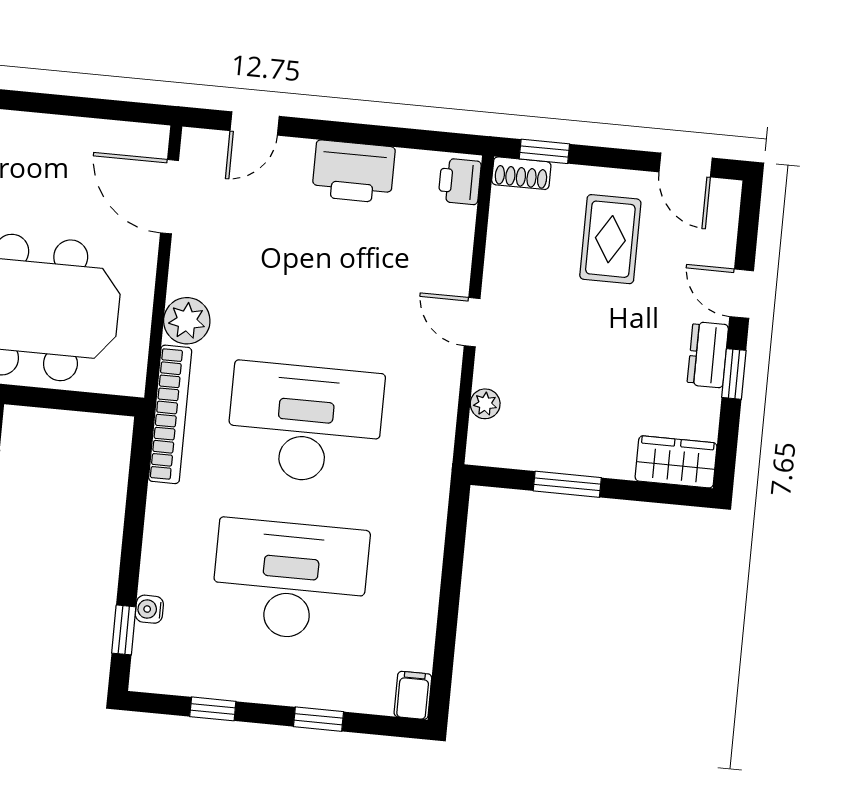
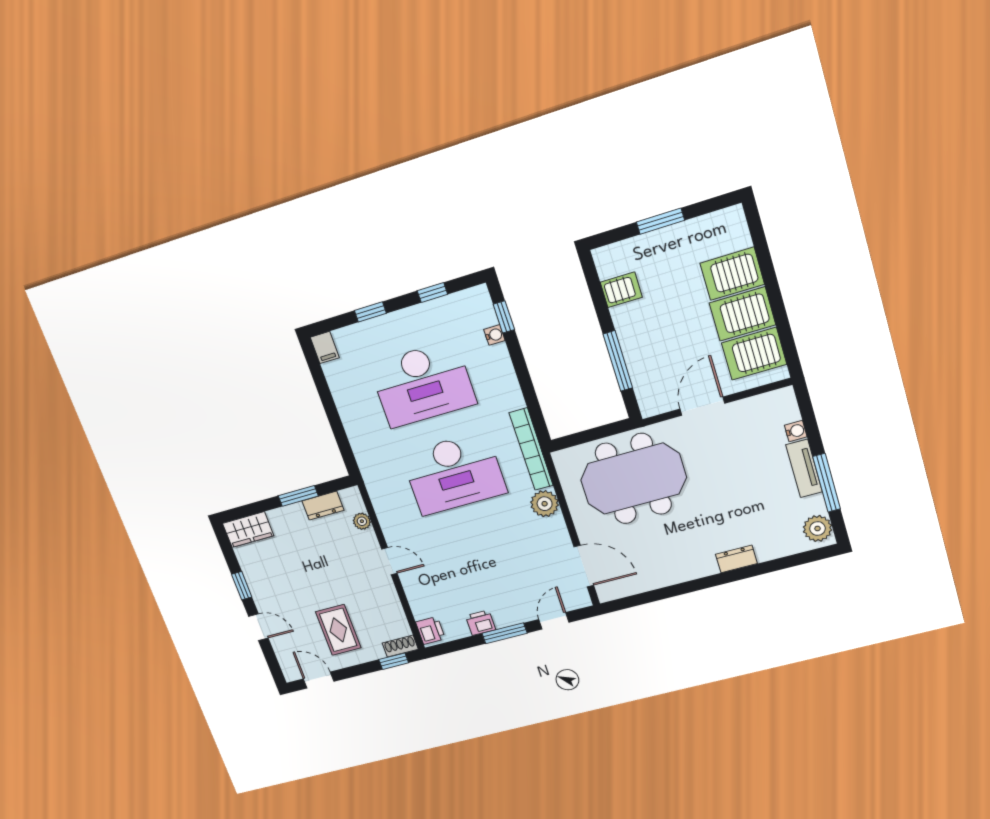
window: (342, 132) -> (505, 633), added
printer: (353, 172) -> (481, 623), width x0.53, depth x0.68
dresser: (708, 355) -> (323, 506), moved, turned 90

